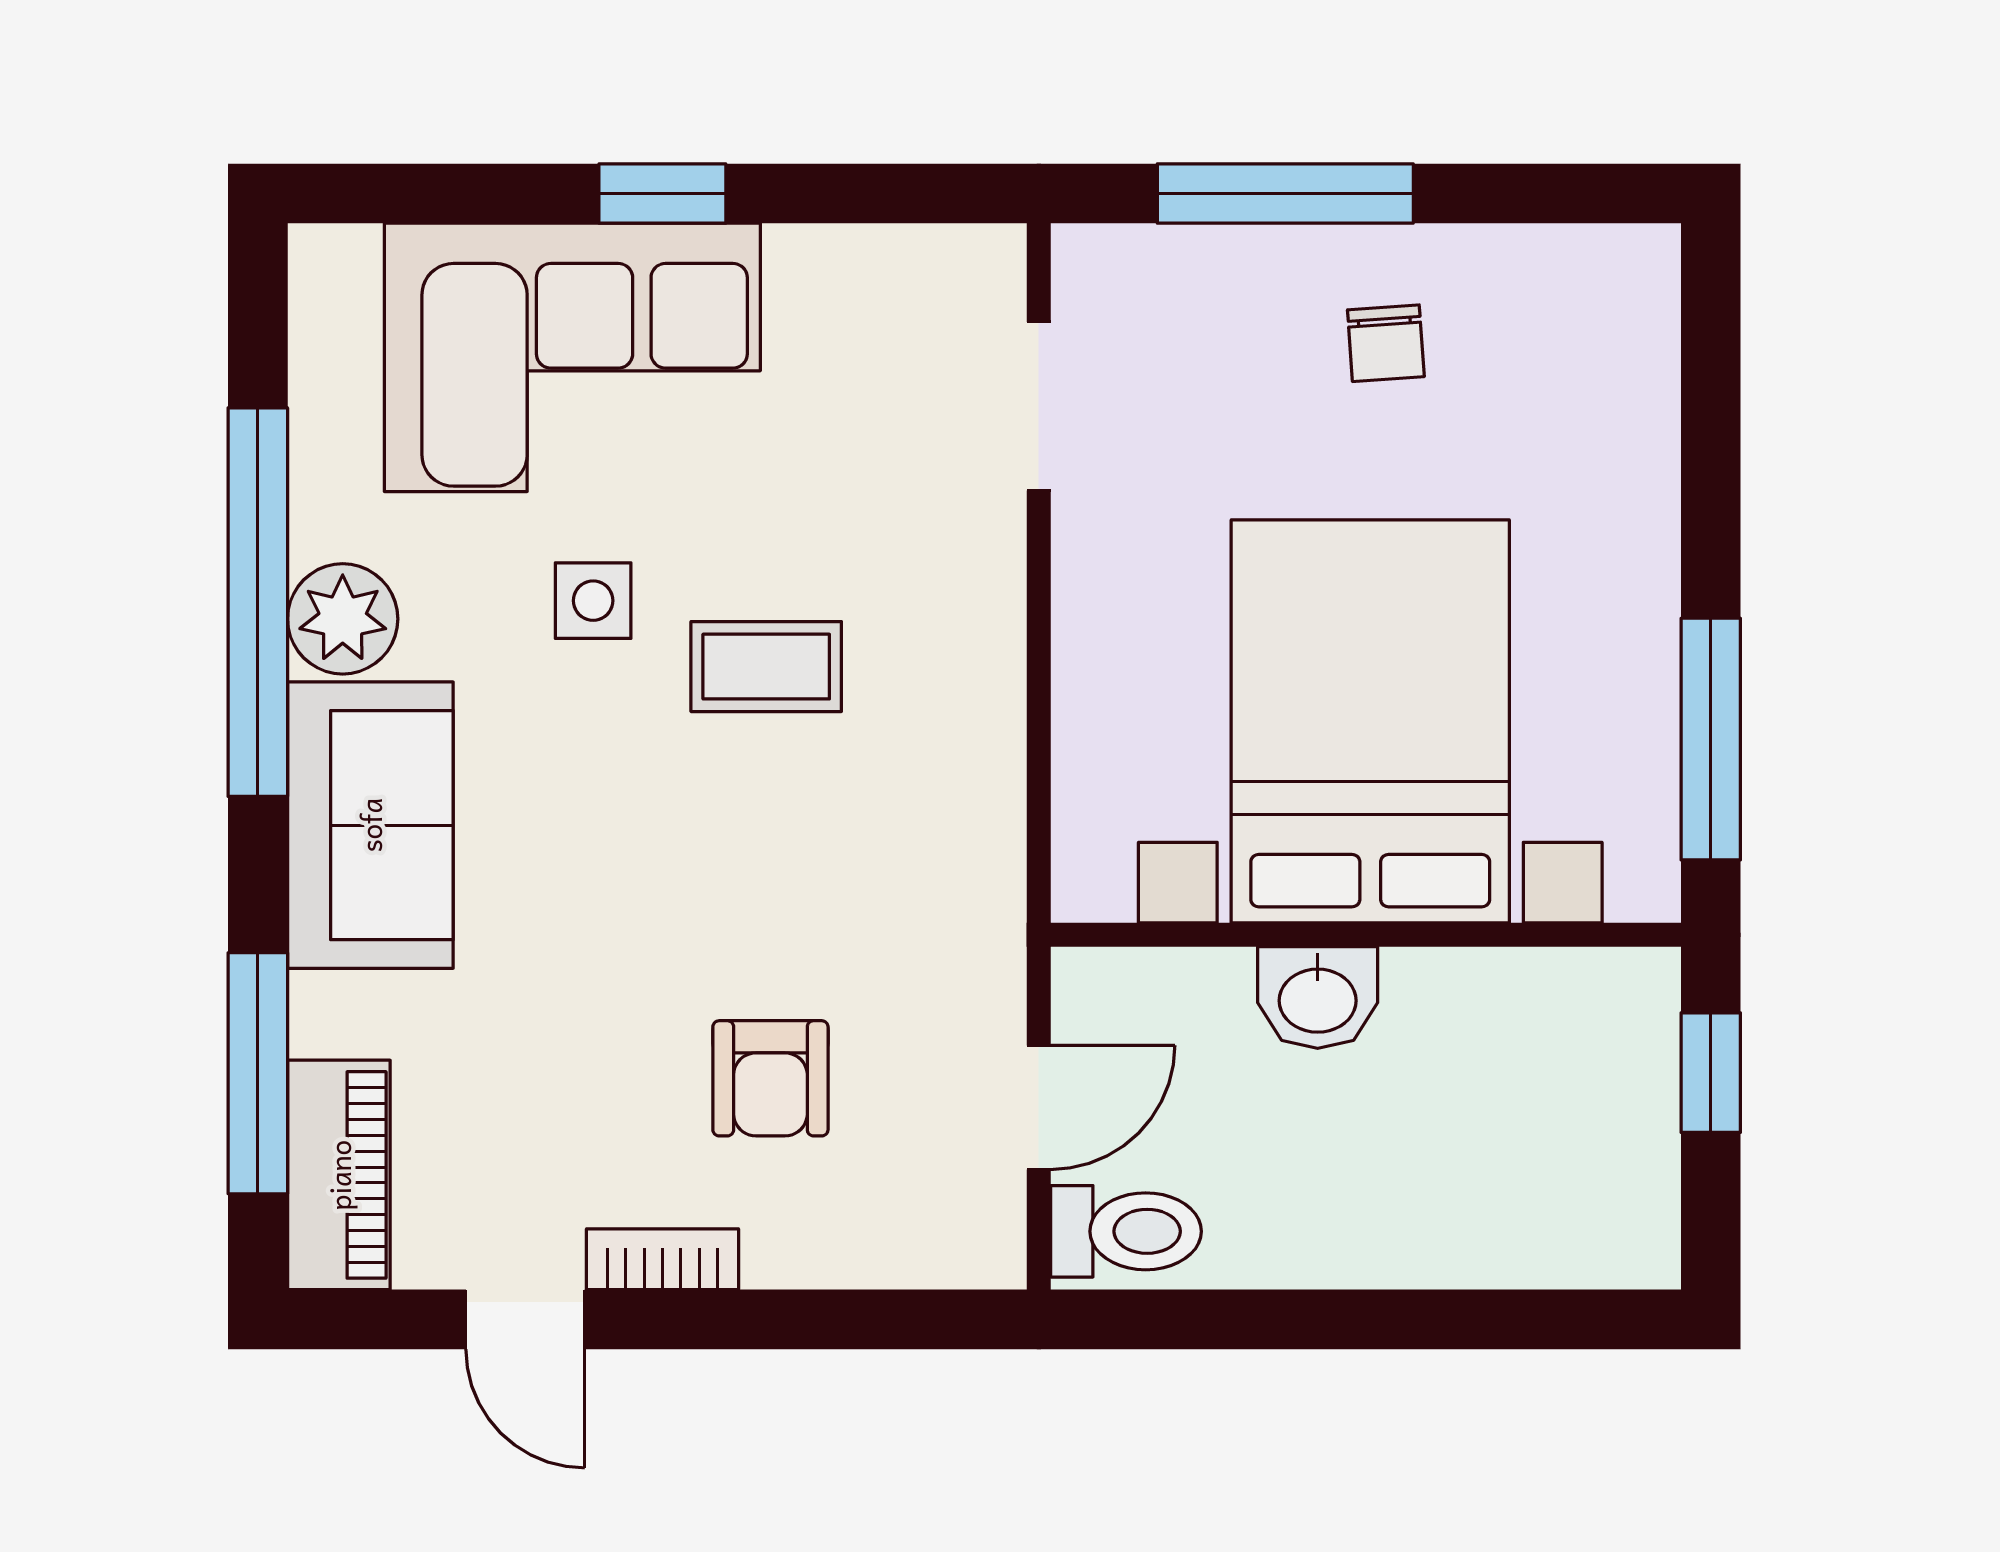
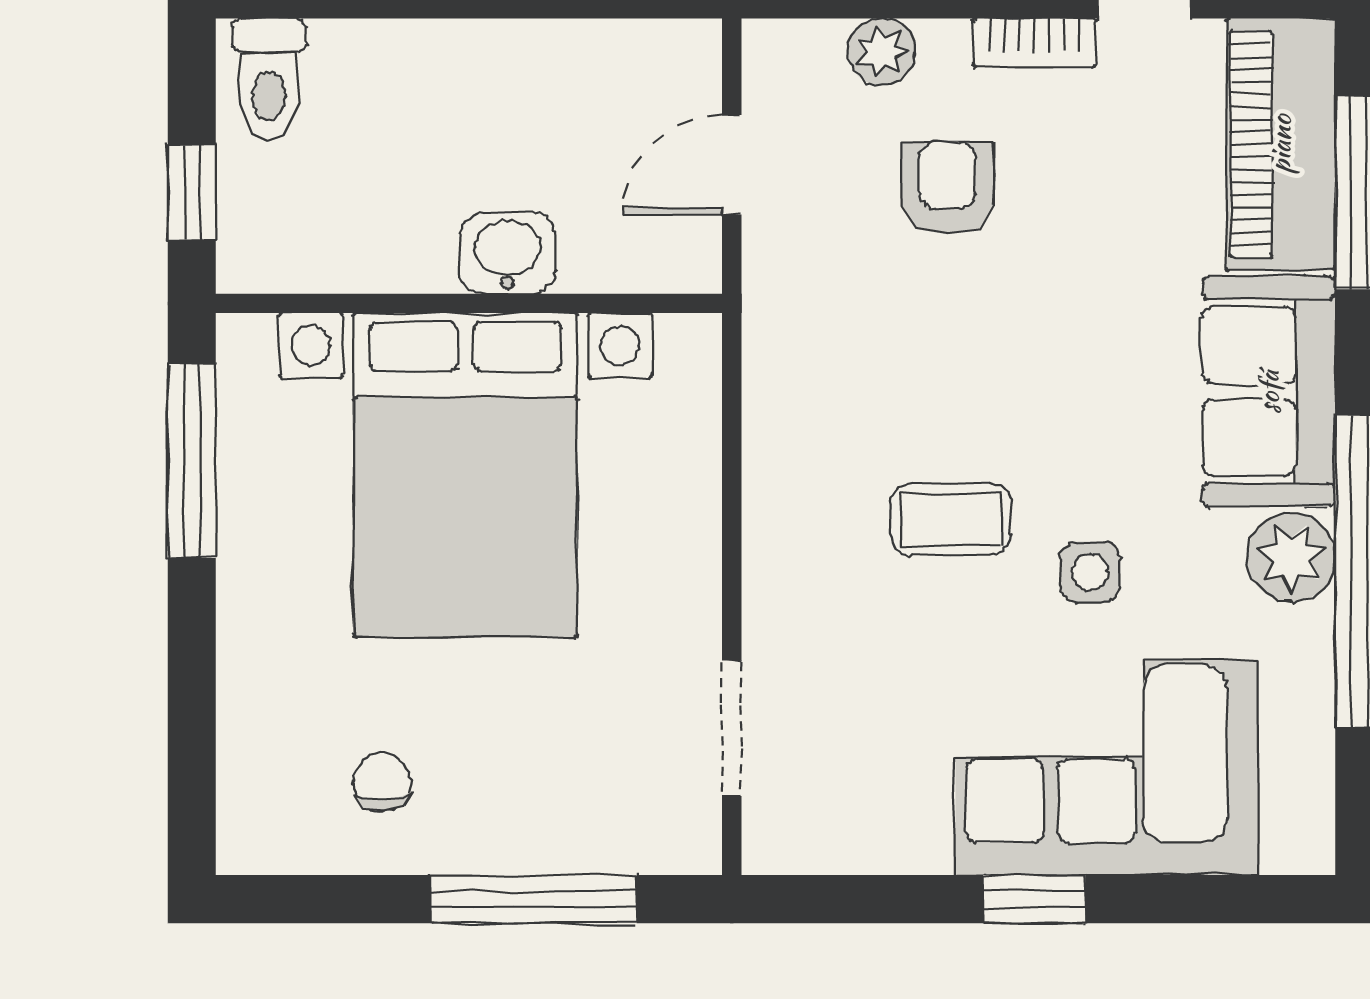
chair: (1386, 343) -> (382, 782), moved
piano: (339, 1175) -> (1281, 144), width x1.37, depth x1.33
toilet: (1126, 1231) -> (269, 79), moved, turned -90
plant: (852, 1248) -> (882, 52), added

